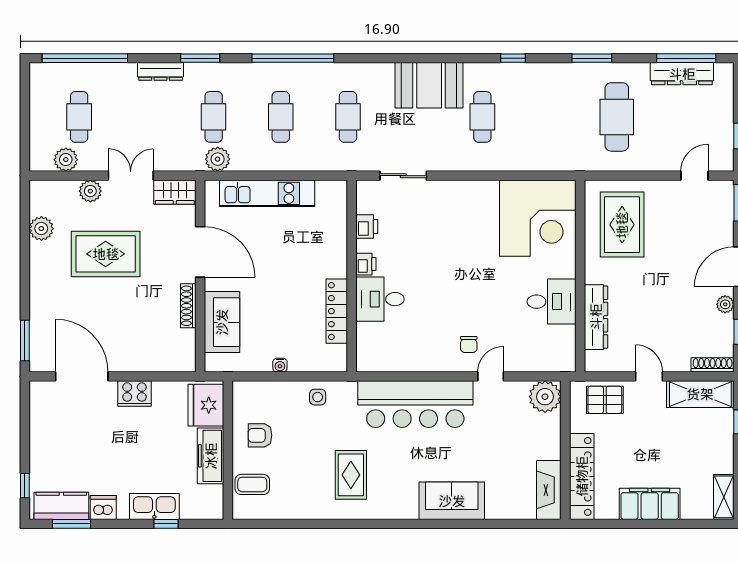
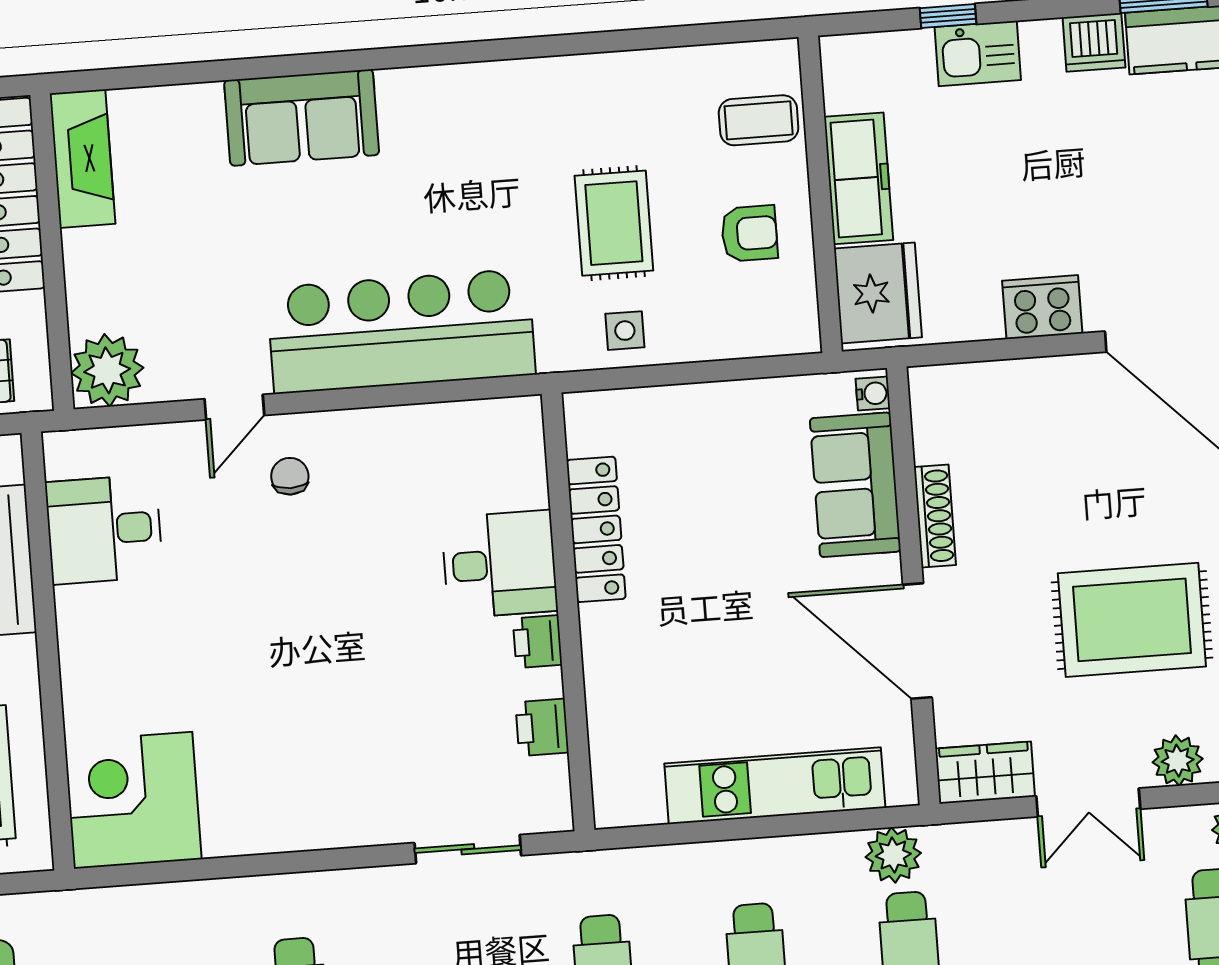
corner desk: (538, 218) -> (133, 800), width x0.74, depth x0.74
desk: (552, 302) -> (104, 529), moved
water cooler: (280, 365) -> (873, 393), moved, turned 90
rug: (351, 475) -> (614, 223), moved
kitchen sink: (154, 506) -> (978, 53), width x0.73

